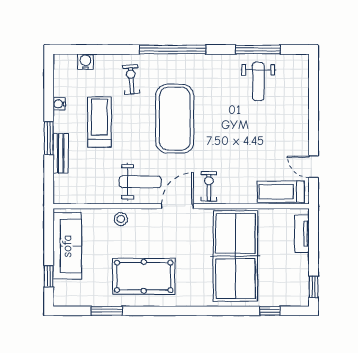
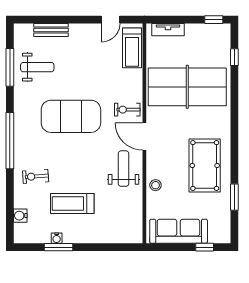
exercise mat: (175, 119) -> (71, 116), moved
window: (49, 138) -> (59, 247), moved
bench: (61, 153) -> (51, 30), moved

